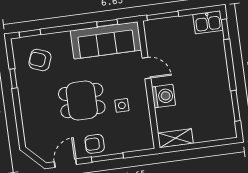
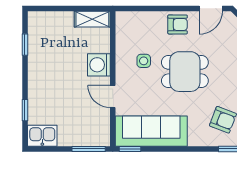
window: (107, 23) -> (130, 149), moved
window: (225, 29) -> (25, 110), moved
window: (235, 106) -> (25, 45), width x0.67
window: (107, 158) -> (166, 8), removed

